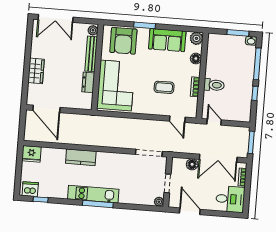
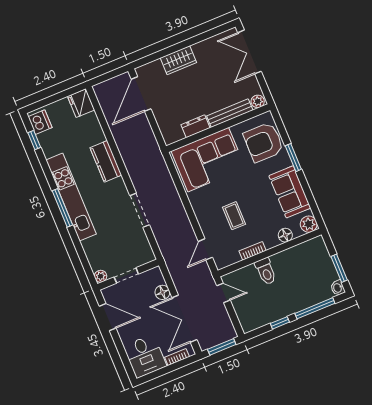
door: (214, 122) -> (223, 293), hinge flipped
doorway: (149, 153) -> (140, 210), moved
kitchen unit: (93, 194) -> (71, 197), width x1.36
door: (190, 211) -> (108, 317), hinge flipped

